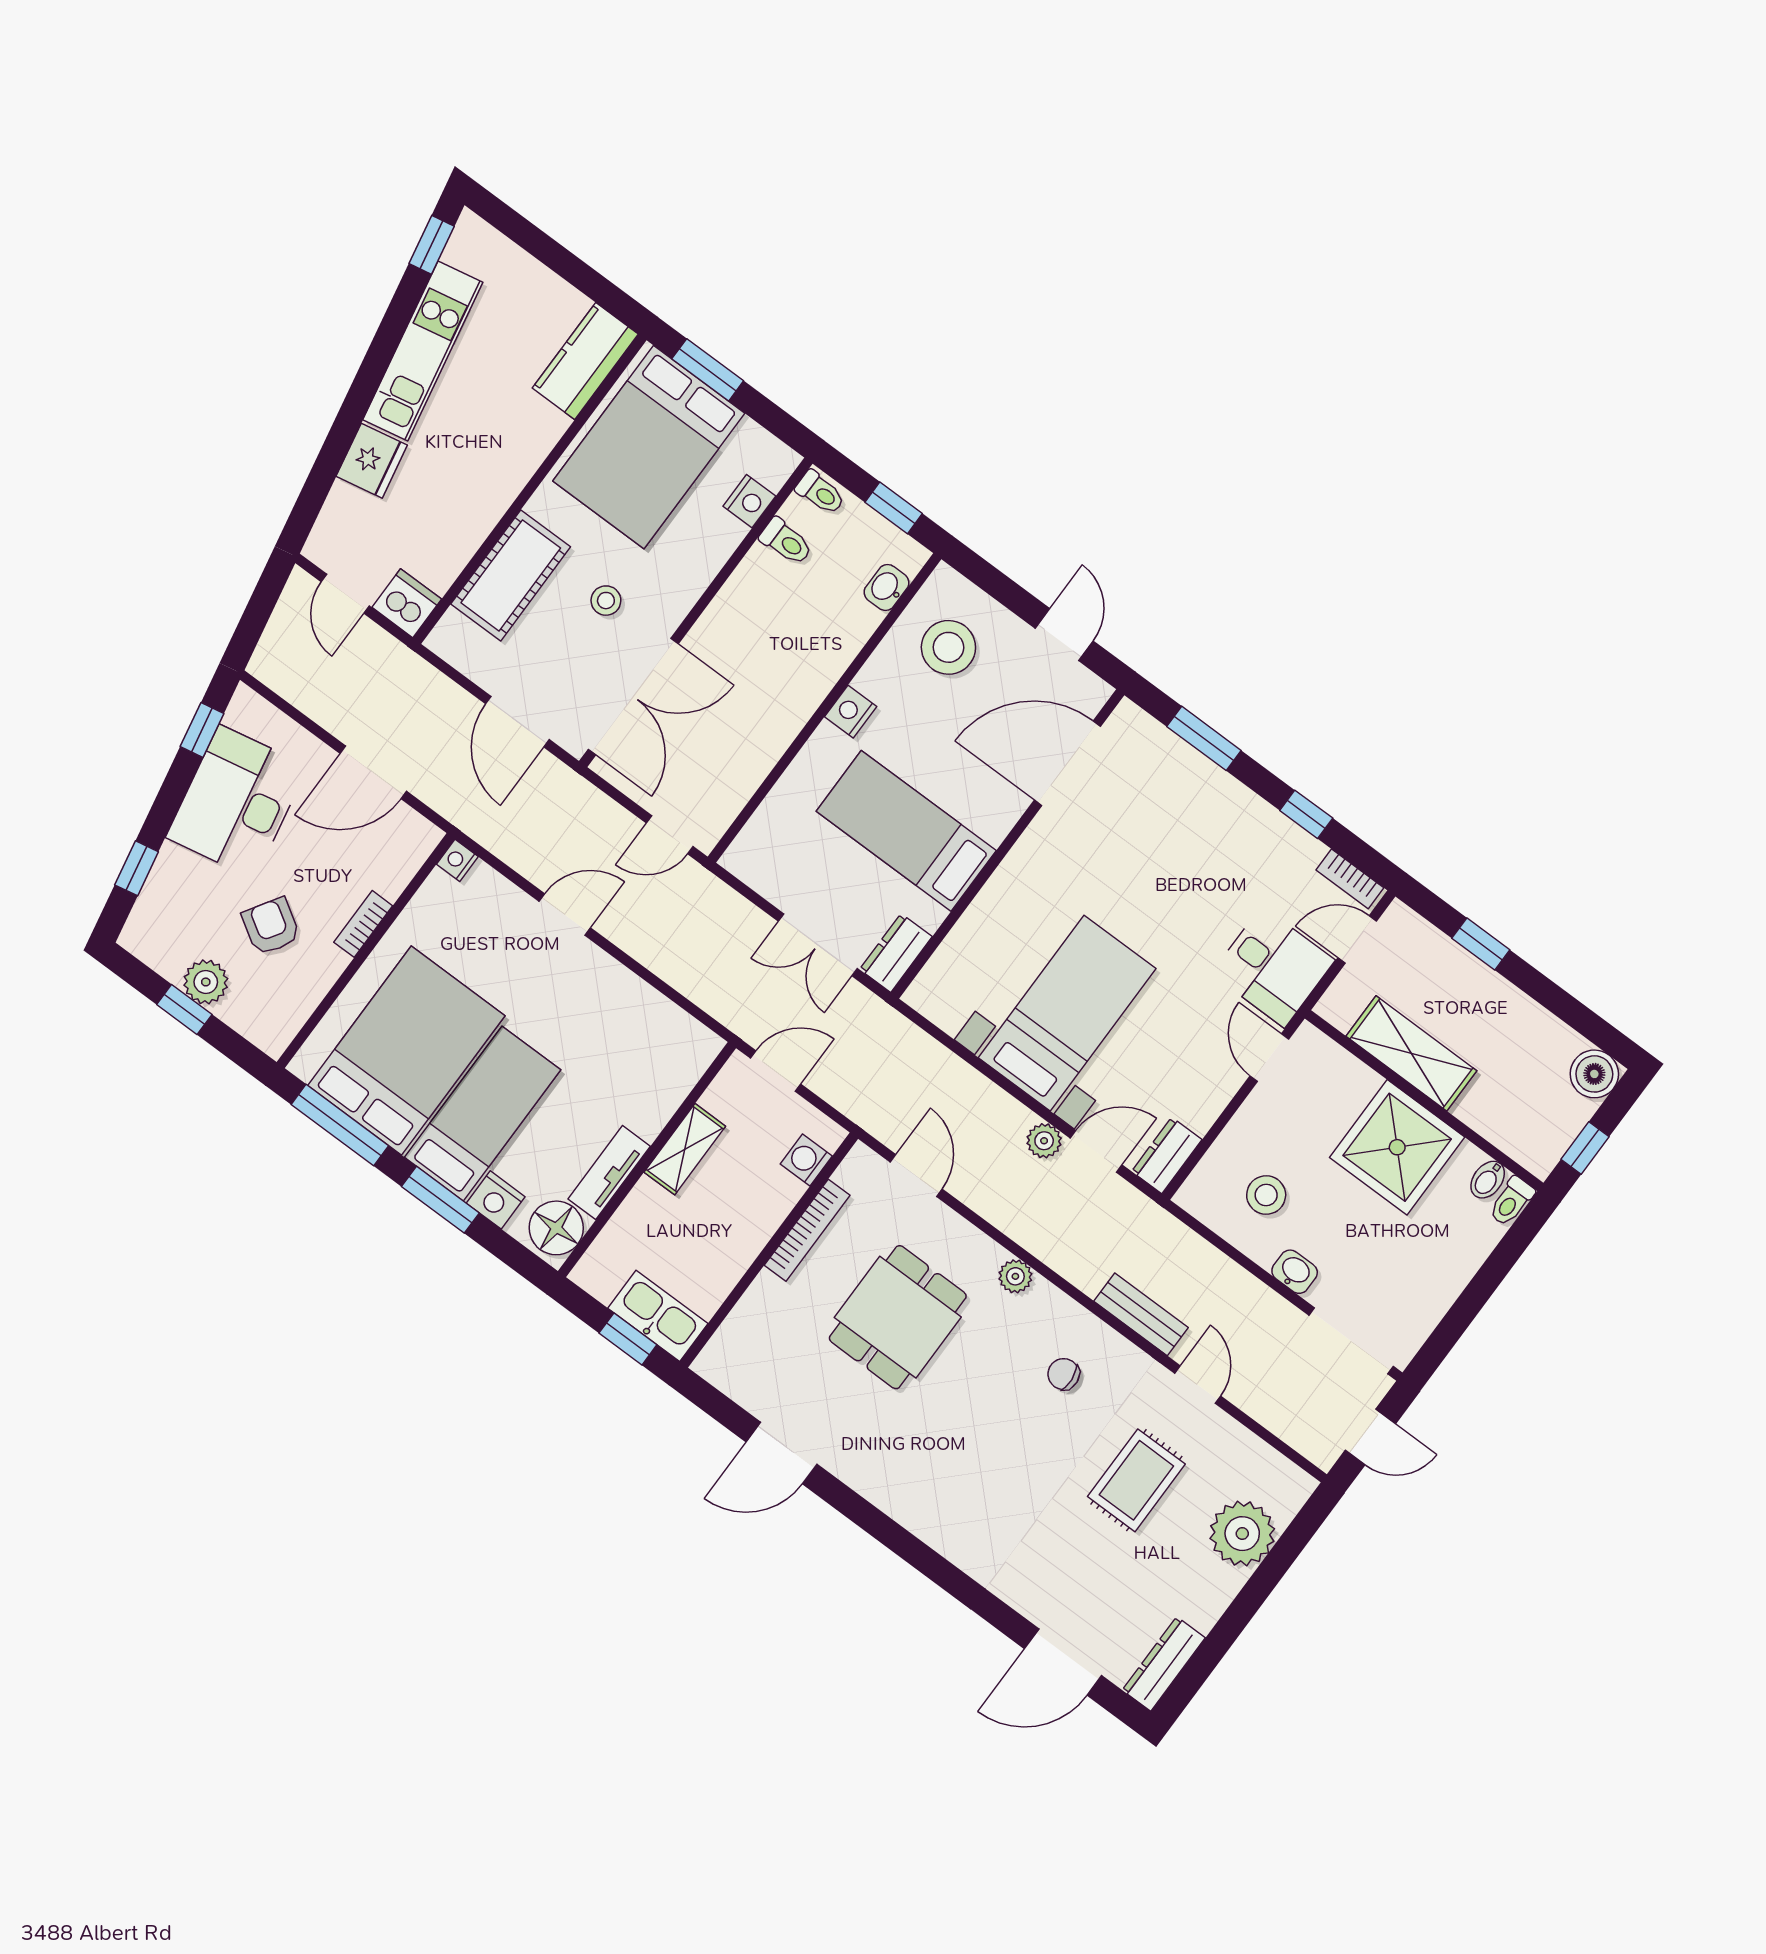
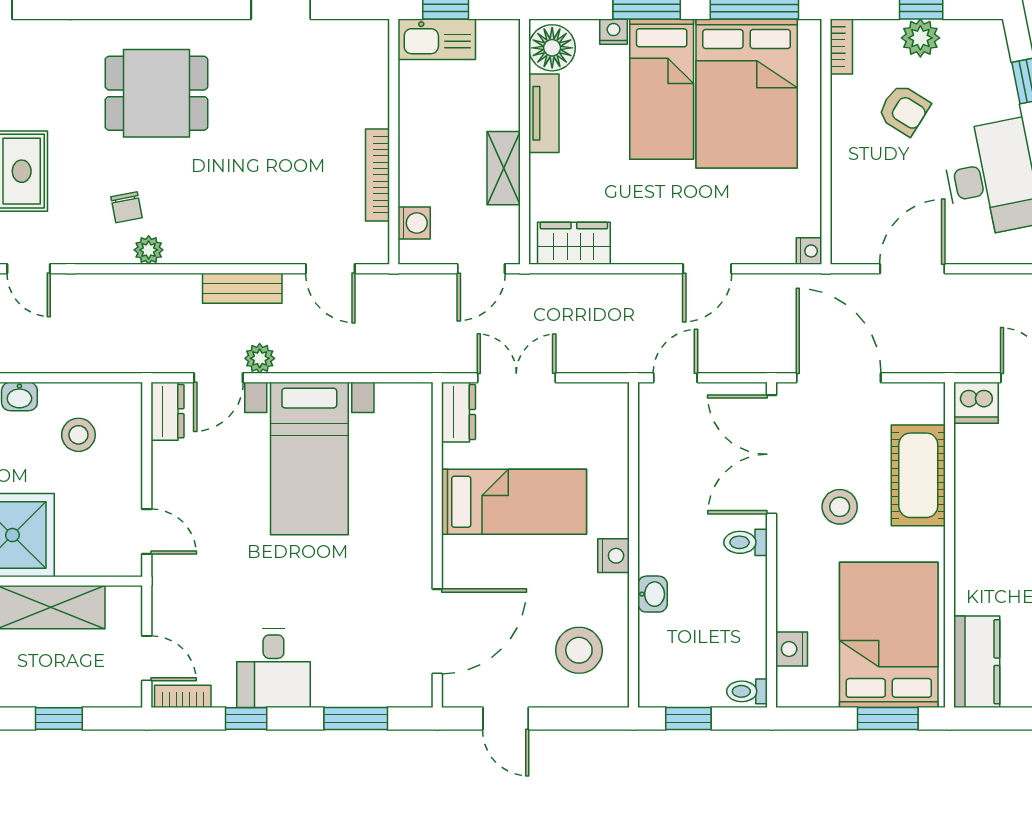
toilet: (786, 542) -> (746, 542), moved
washbasin: (886, 587) -> (653, 594), moved
stool: (606, 601) -> (840, 507), width x1.37, depth x1.37
door: (518, 722) -> (839, 378), width x1.36
bookcase: (363, 924) -> (841, 46), moved
door: (1357, 939) -> (147, 658), hinge flipped
desk: (1273, 967) -> (273, 668), moved, turned -90
wardrobe: (671, 1030) -> (574, 243), added
nightstand: (496, 1200) -> (614, 32), width x0.72, depth x0.74
plant: (1015, 1276) -> (149, 250), moved
bench: (1141, 1314) -> (242, 288), moved
dining table: (898, 1317) -> (156, 93), moved, turned 90
chair: (1064, 1374) -> (126, 207), turned 84

